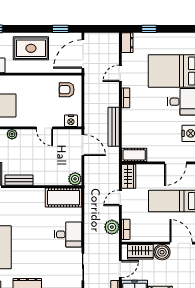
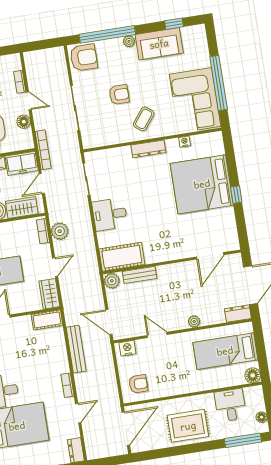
window: (60, 29) -> (157, 454), removed
bench: (19, 180) -> (140, 275), moved

